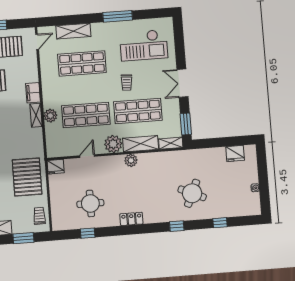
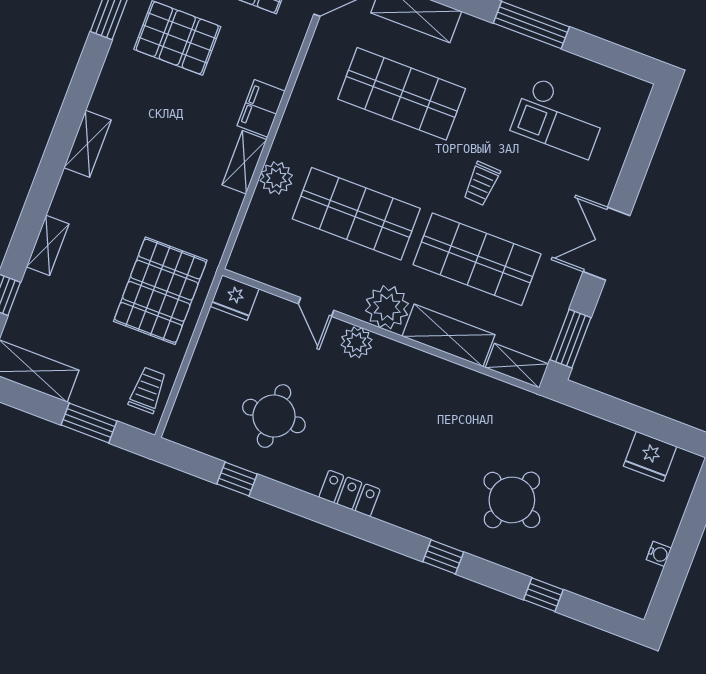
checkout: (144, 45) -> (559, 118), width x0.73, depth x0.83
door: (87, 156) -> (316, 307), swing flipped
plant: (131, 160) -> (357, 342), moved

